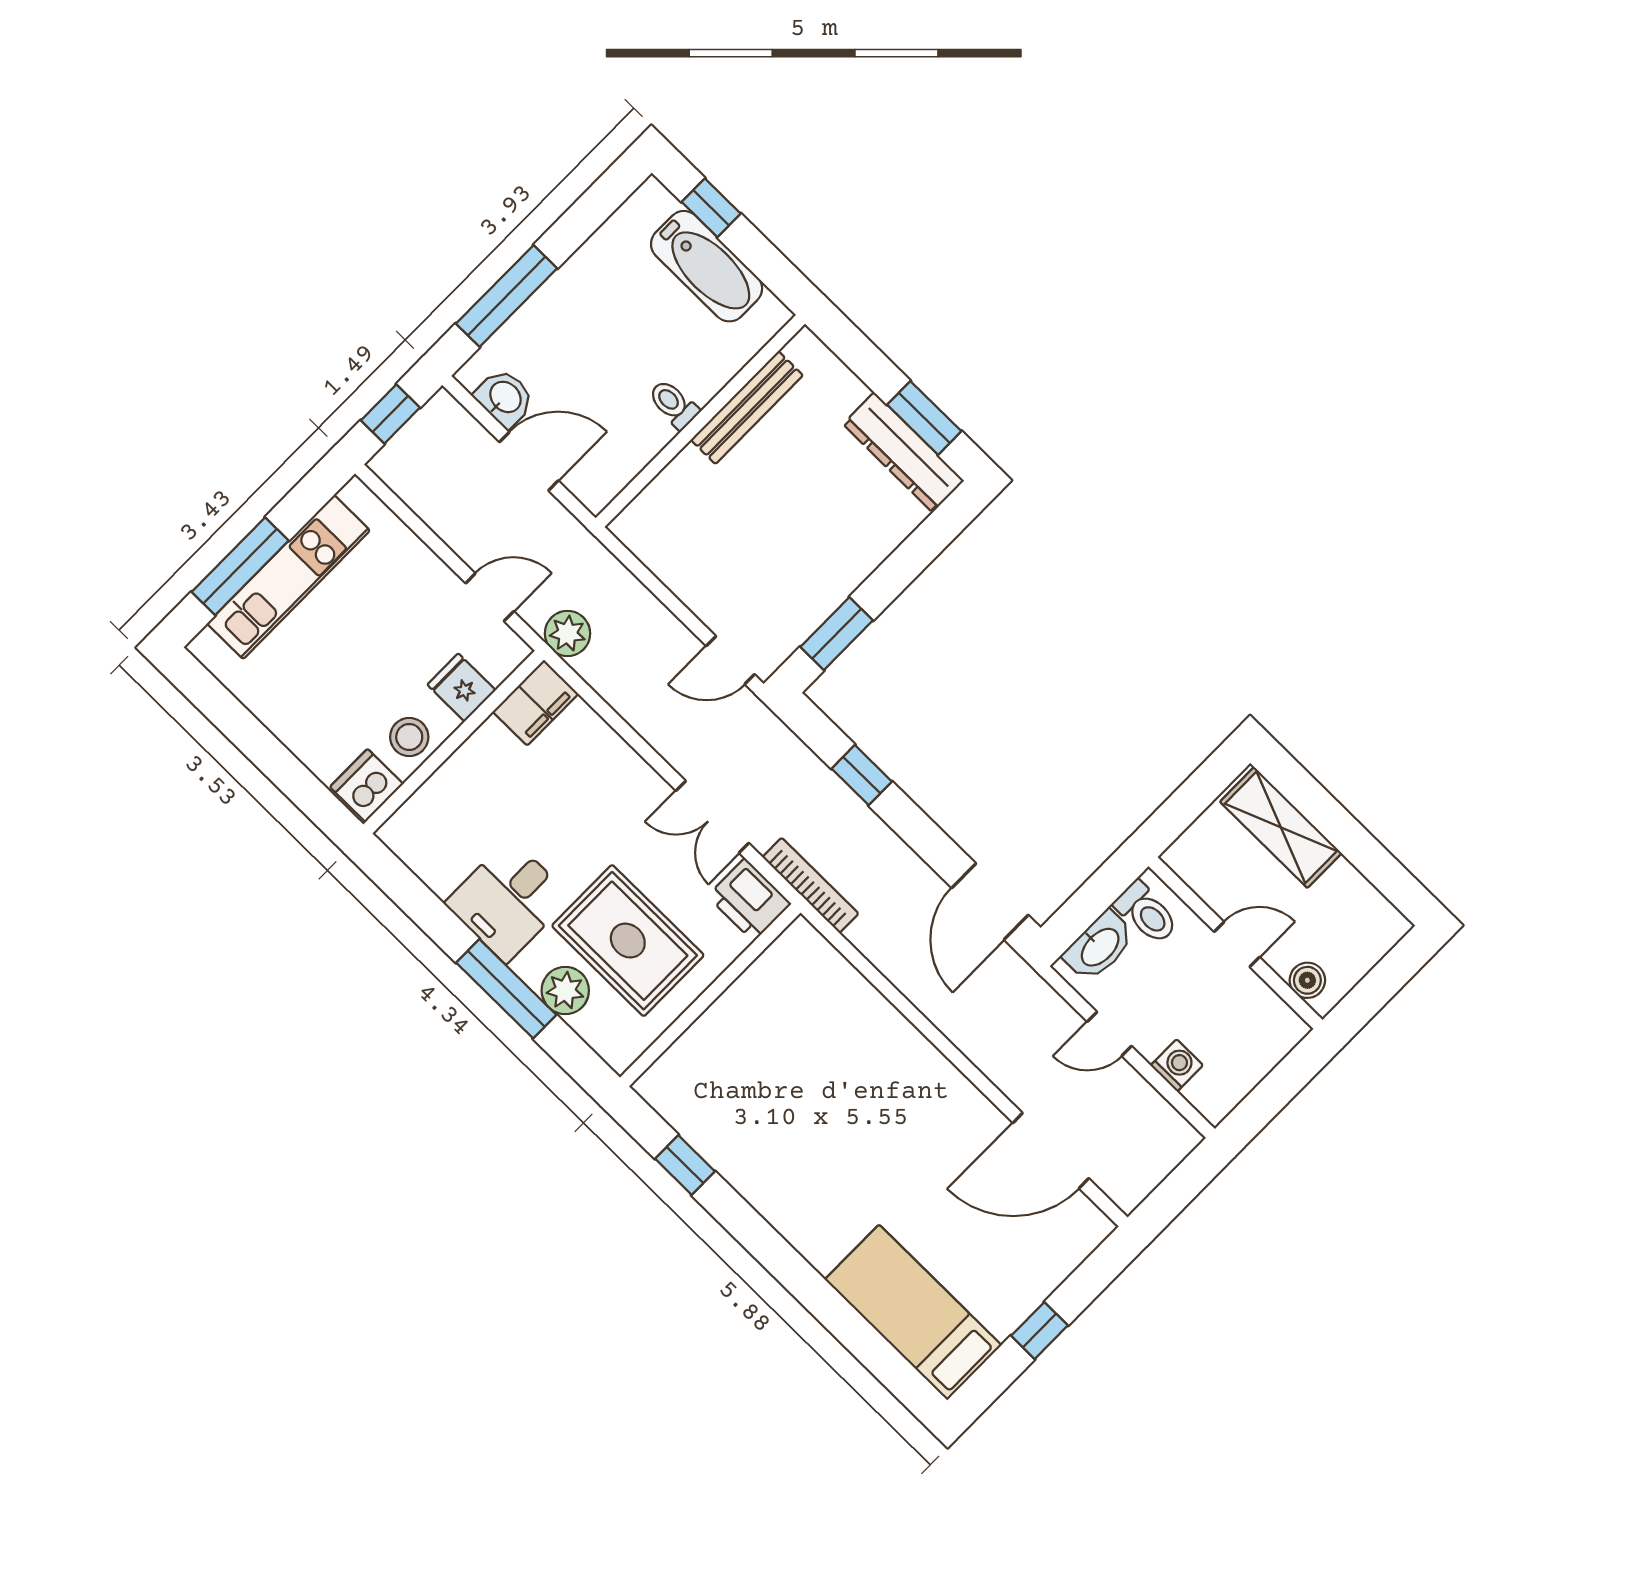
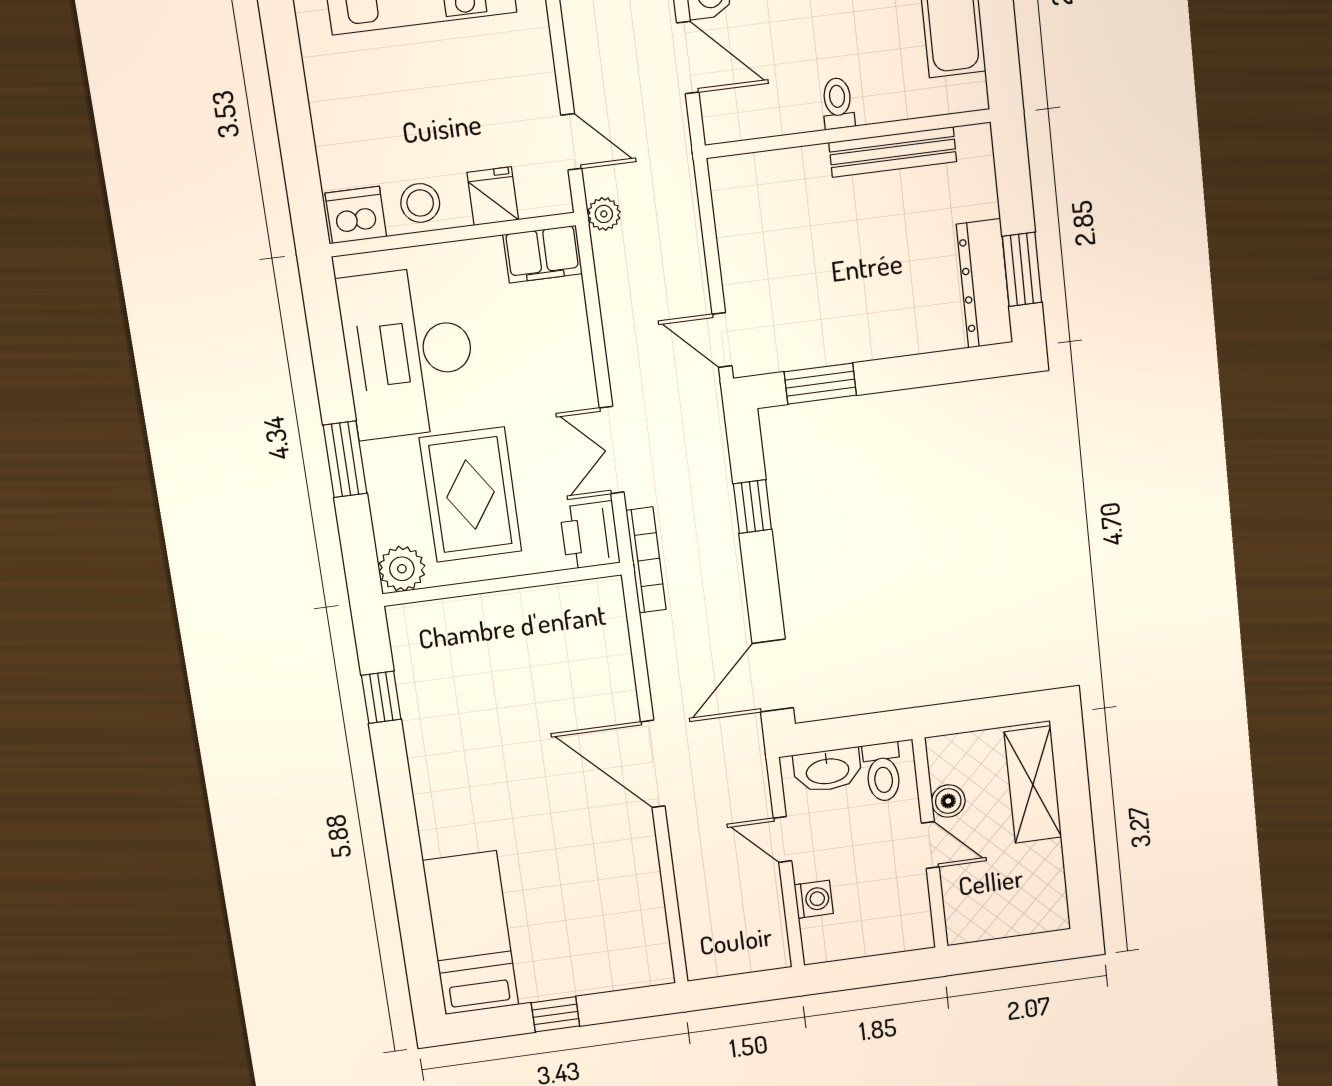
plant: (568, 633) -> (604, 214), width x0.73, depth x0.73
desk: (508, 900) -> (409, 352), width x1.87, depth x1.30
boiler: (1307, 980) -> (948, 801), moved
window: (506, 989) -> (345, 459), width x0.69
plant: (565, 991) -> (402, 569), moved
door: (1051, 1151) -> (653, 764), moved

